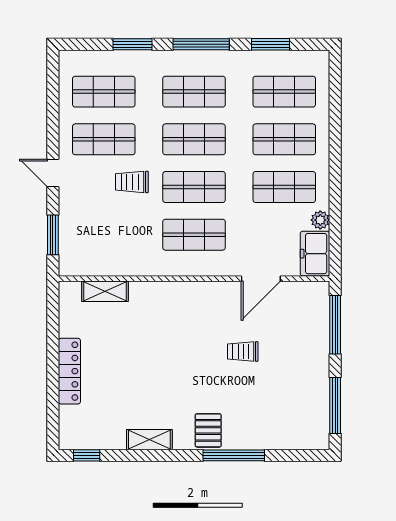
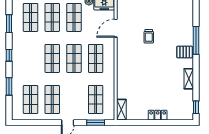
window: (201, 44) -> (9, 55), width x0.46
shop shelf: (194, 92) -> (96, 99), moved
trolley: (132, 182) -> (72, 87), removed
door: (261, 279) -> (116, 28), swing flipped
shelving: (105, 291) -> (121, 110), moved
locker: (69, 371) -> (158, 115), width x0.66

